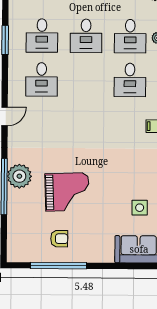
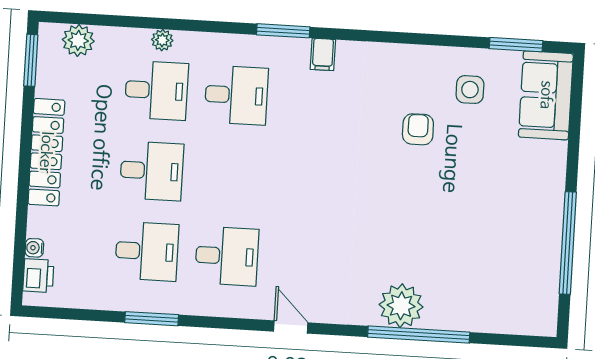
grand piano: (67, 192) -> (434, 220), removed
armchair: (59, 239) -> (418, 129), moved

